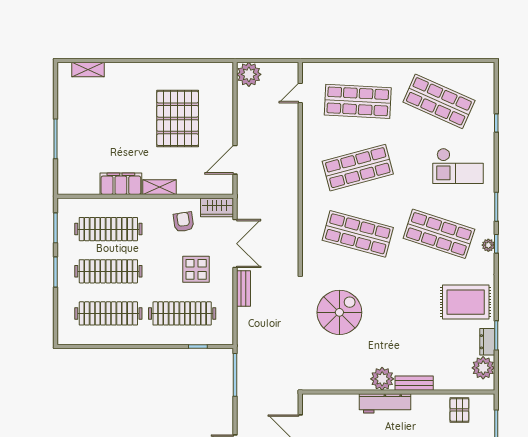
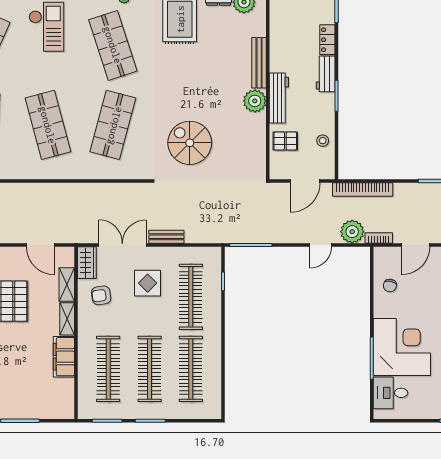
shelving: (195, 187) -> (67, 284), added
shop shelf: (439, 234) -> (113, 45), turned -36
bench: (414, 383) -> (259, 63), width x1.36
pallet: (459, 410) -> (285, 141), moved

